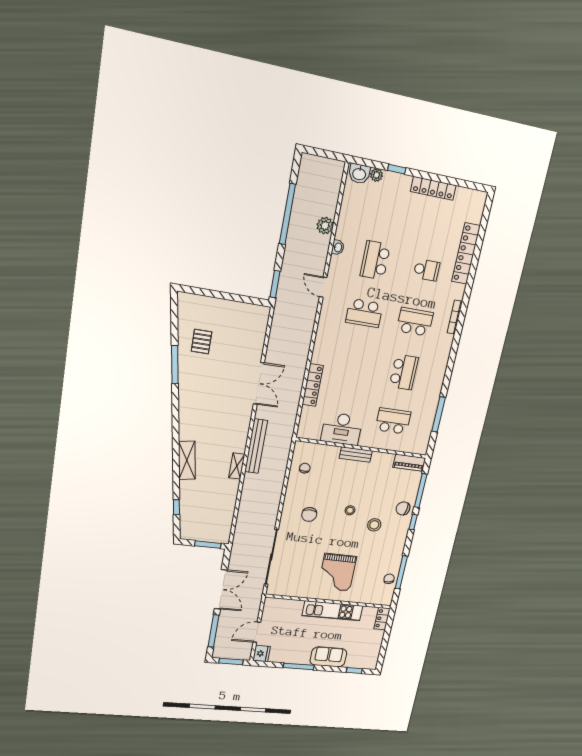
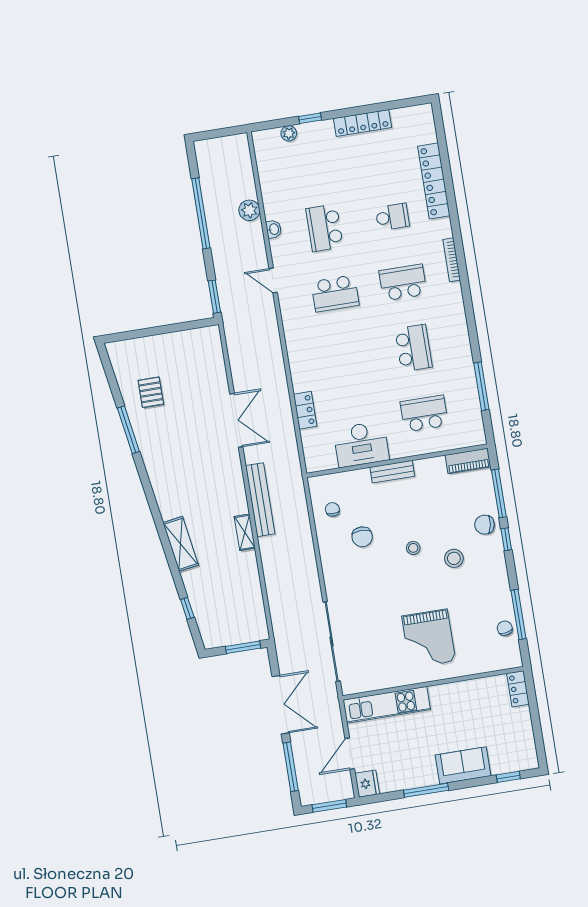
washbasin: (359, 174) -> (268, 139), removed
locker: (313, 385) -> (305, 410), width x0.66
chair: (309, 514) -> (362, 537), moved
kitchen unit: (333, 611) -> (387, 705), moved

